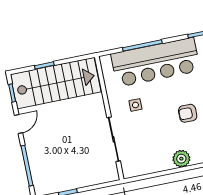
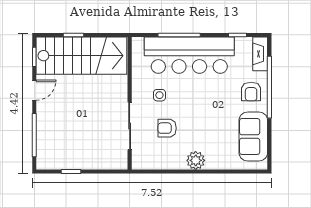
armchair: (188, 113) -> (167, 128), moved

